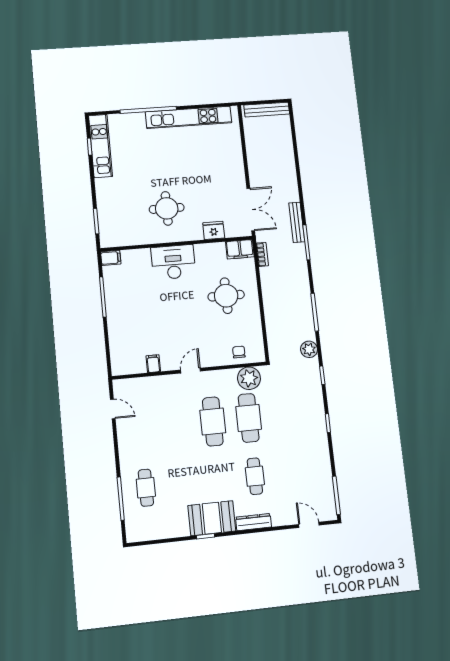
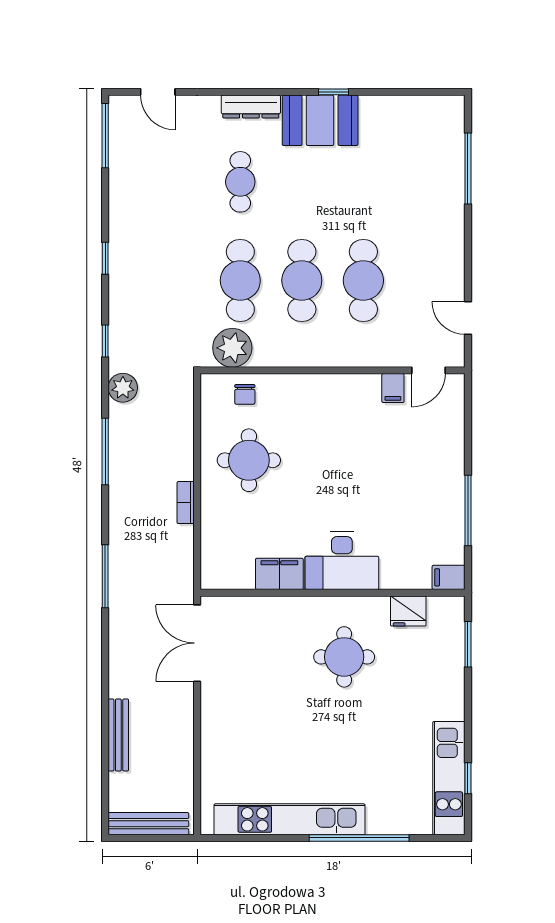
bench: (297, 222) -> (118, 735), moved
fridge: (214, 230) -> (408, 611), moved
filing cabinet: (240, 249) -> (279, 574), moved
bookcase: (262, 254) -> (186, 503), moved
round table: (226, 296) -> (249, 460), moved
door: (190, 371) -> (429, 370), moved
cafe table: (146, 488) -> (363, 280), moved, width x1.37, depth x1.35

